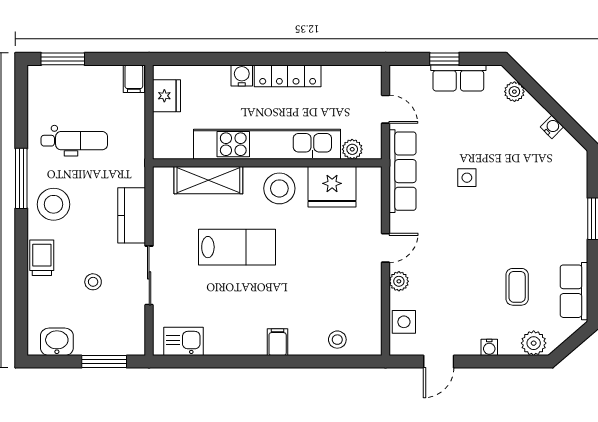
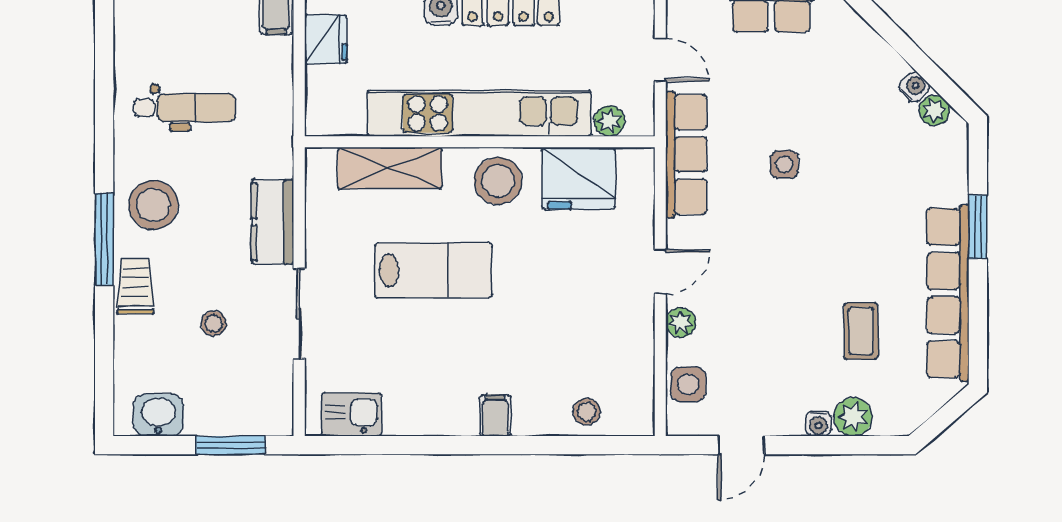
plant: (514, 92) -> (934, 110), moved
window: (21, 178) -> (104, 239), moved
row of seats: (574, 291) -> (948, 293), width x2.02
plant: (534, 343) -> (853, 417), moved

